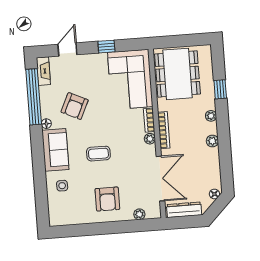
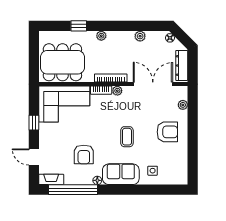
armchair: (75, 106) -> (84, 154), turned 65
plant: (212, 141) -> (140, 36), moved

